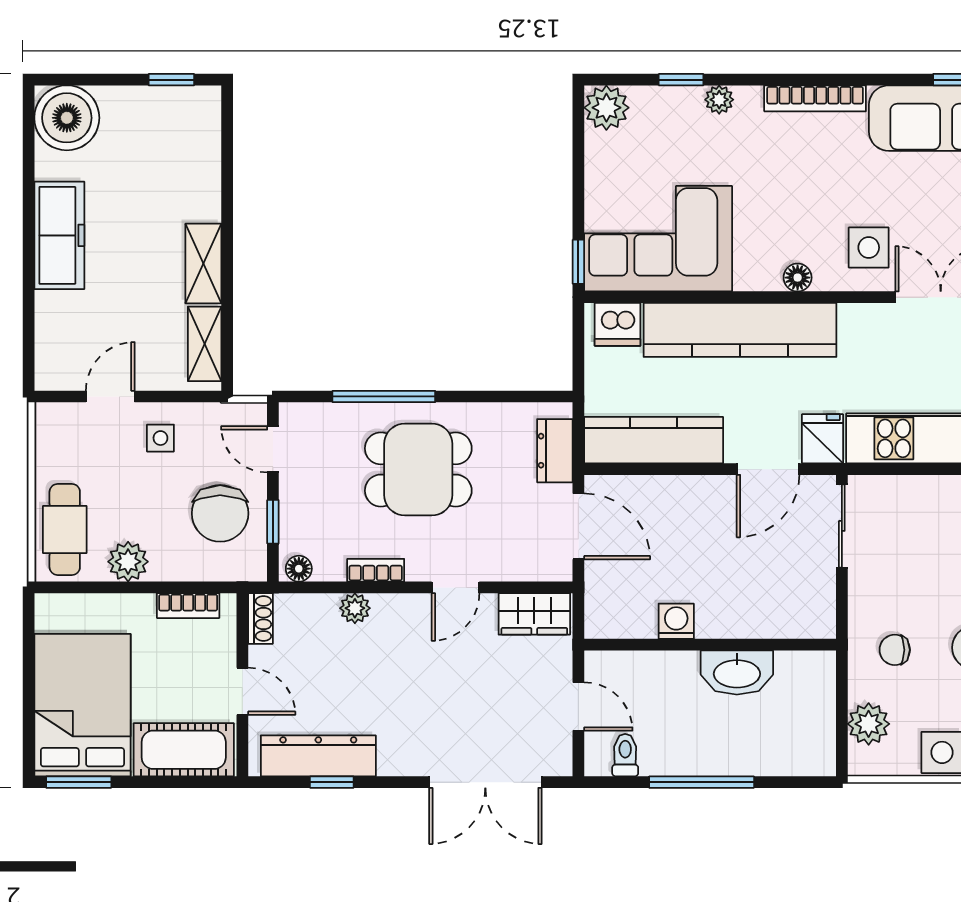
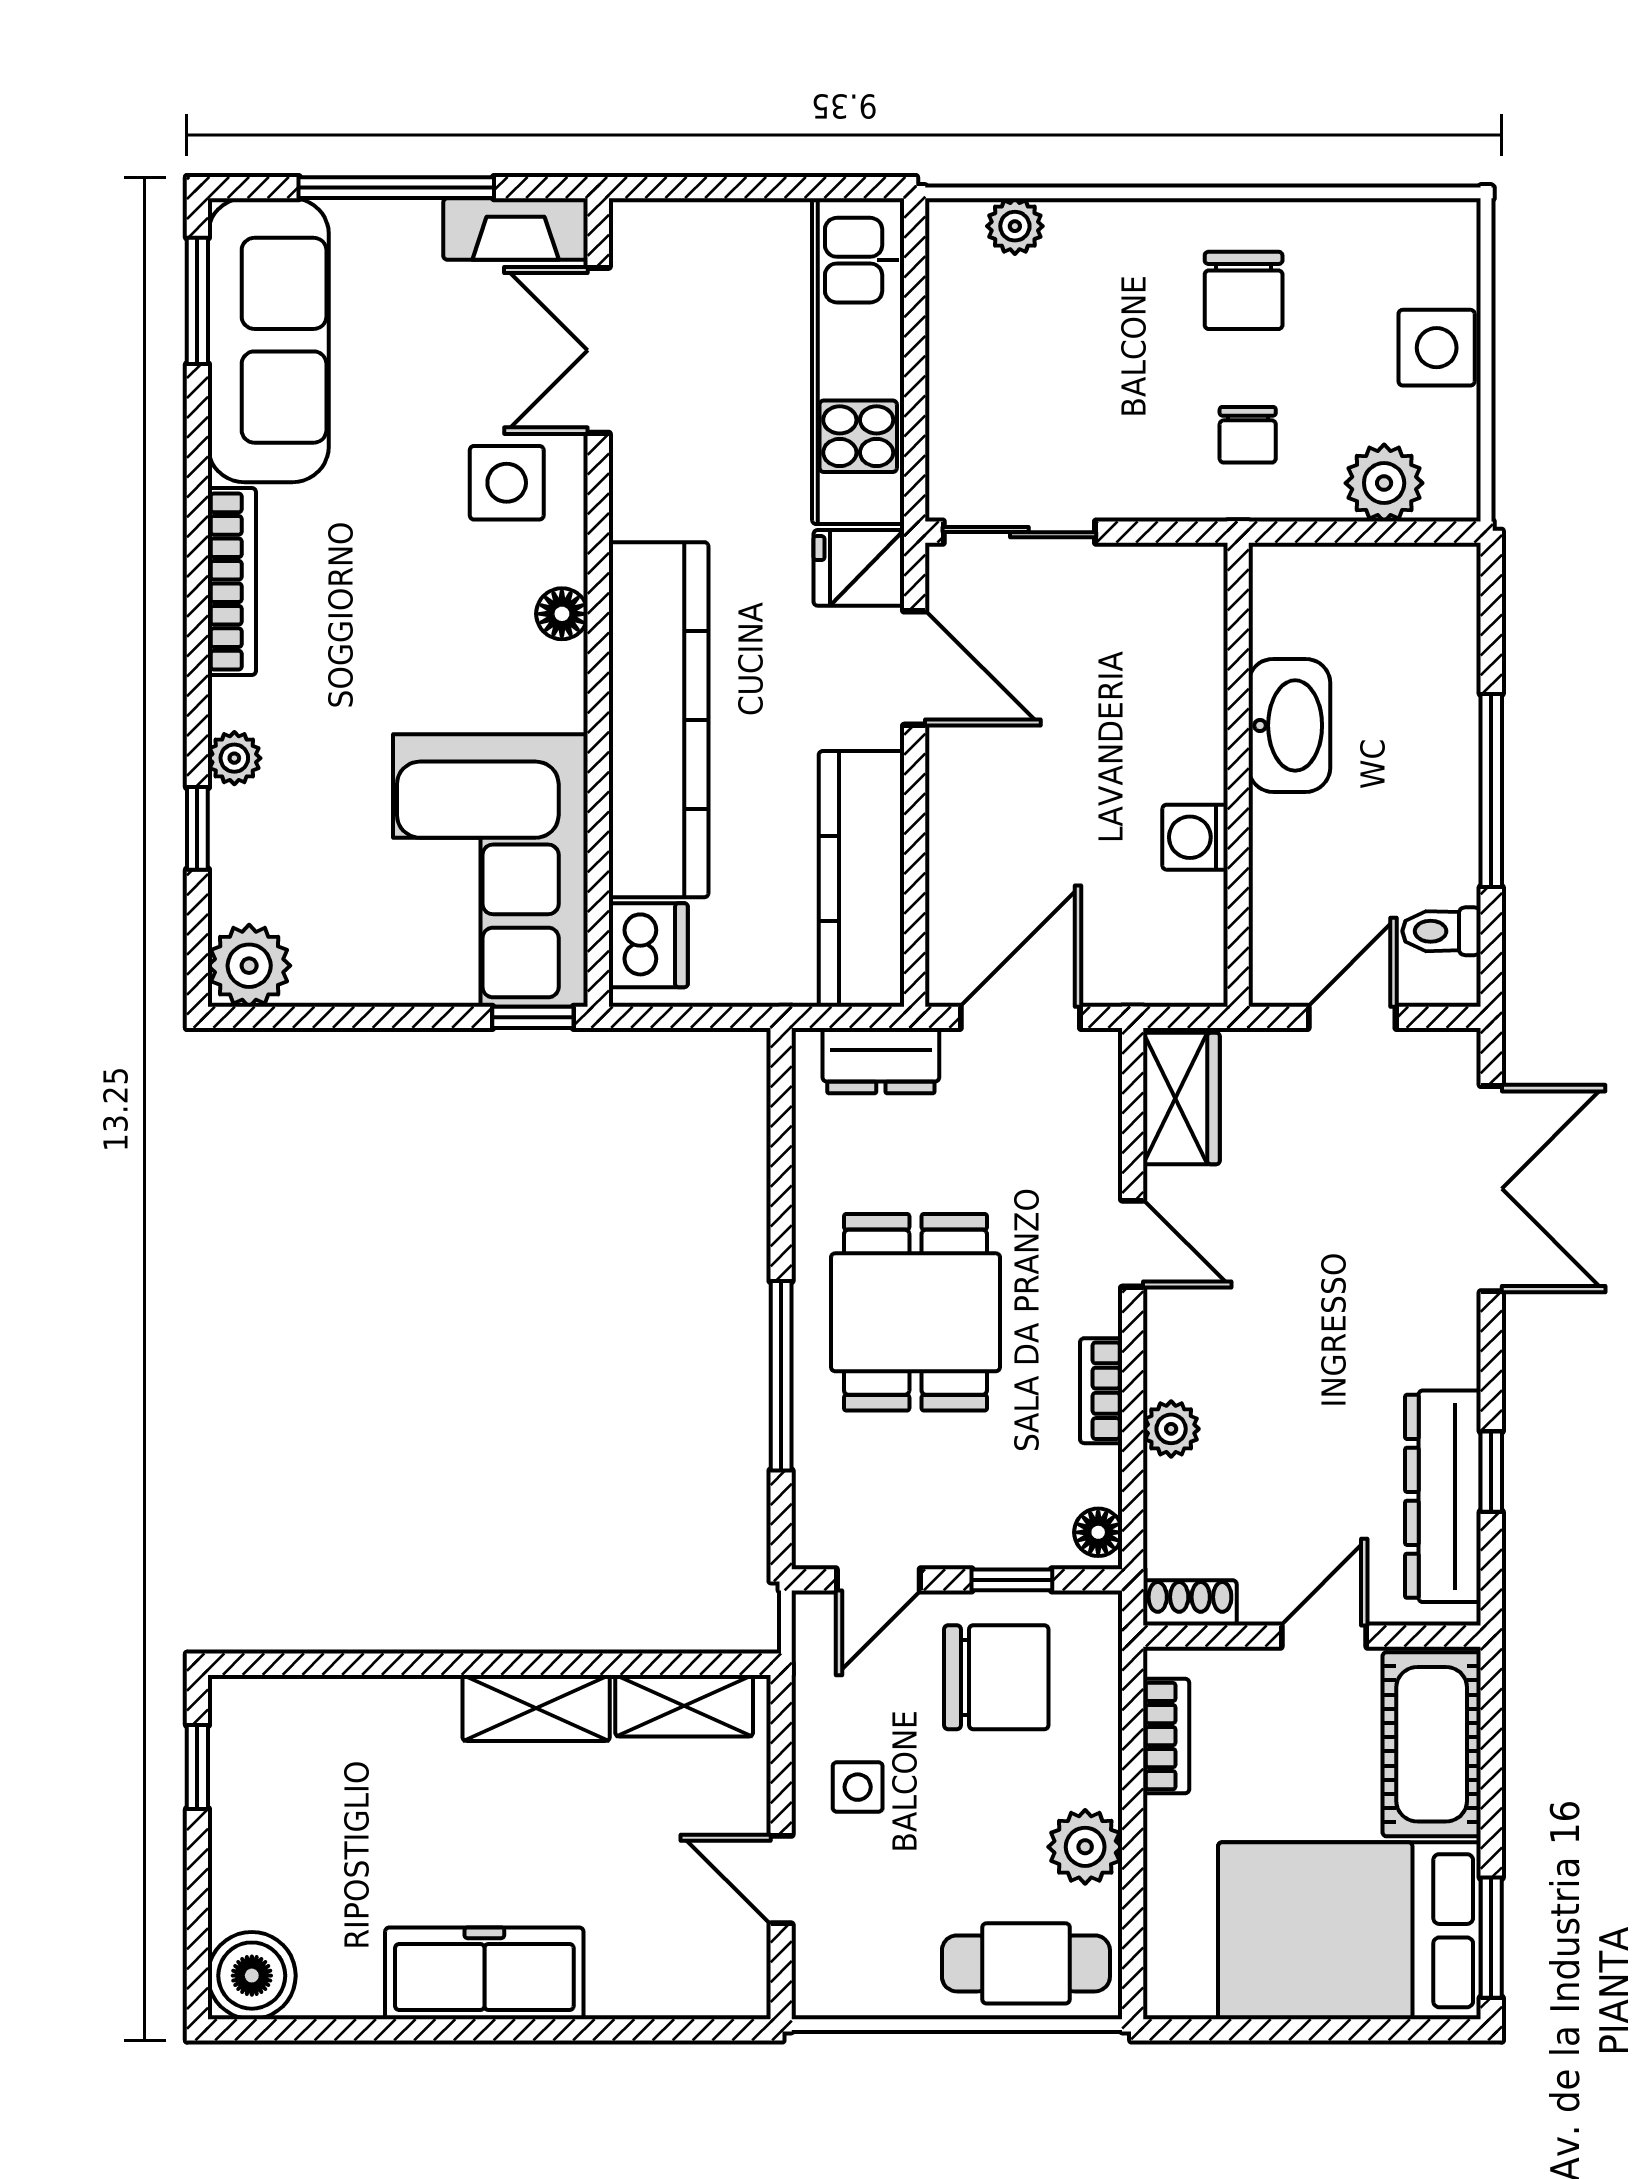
boiler: (67, 118) -> (252, 1976), width x0.73, depth x0.73

